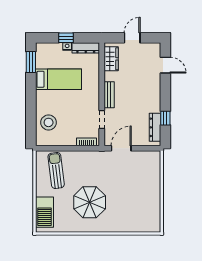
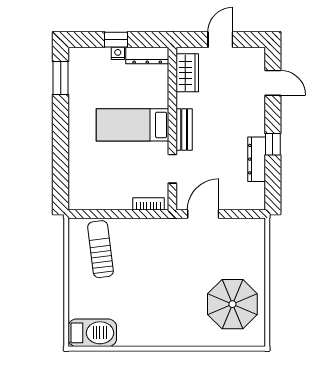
bed: (59, 79) -> (133, 125), moved, turned 180
window: (165, 118) -> (273, 144), moved
stool: (49, 122) -> (88, 173), removed
dresser: (155, 127) -> (257, 159), moved
parasol: (90, 202) -> (232, 304), moved
barbecue: (44, 212) -> (92, 333), moved, turned -90

